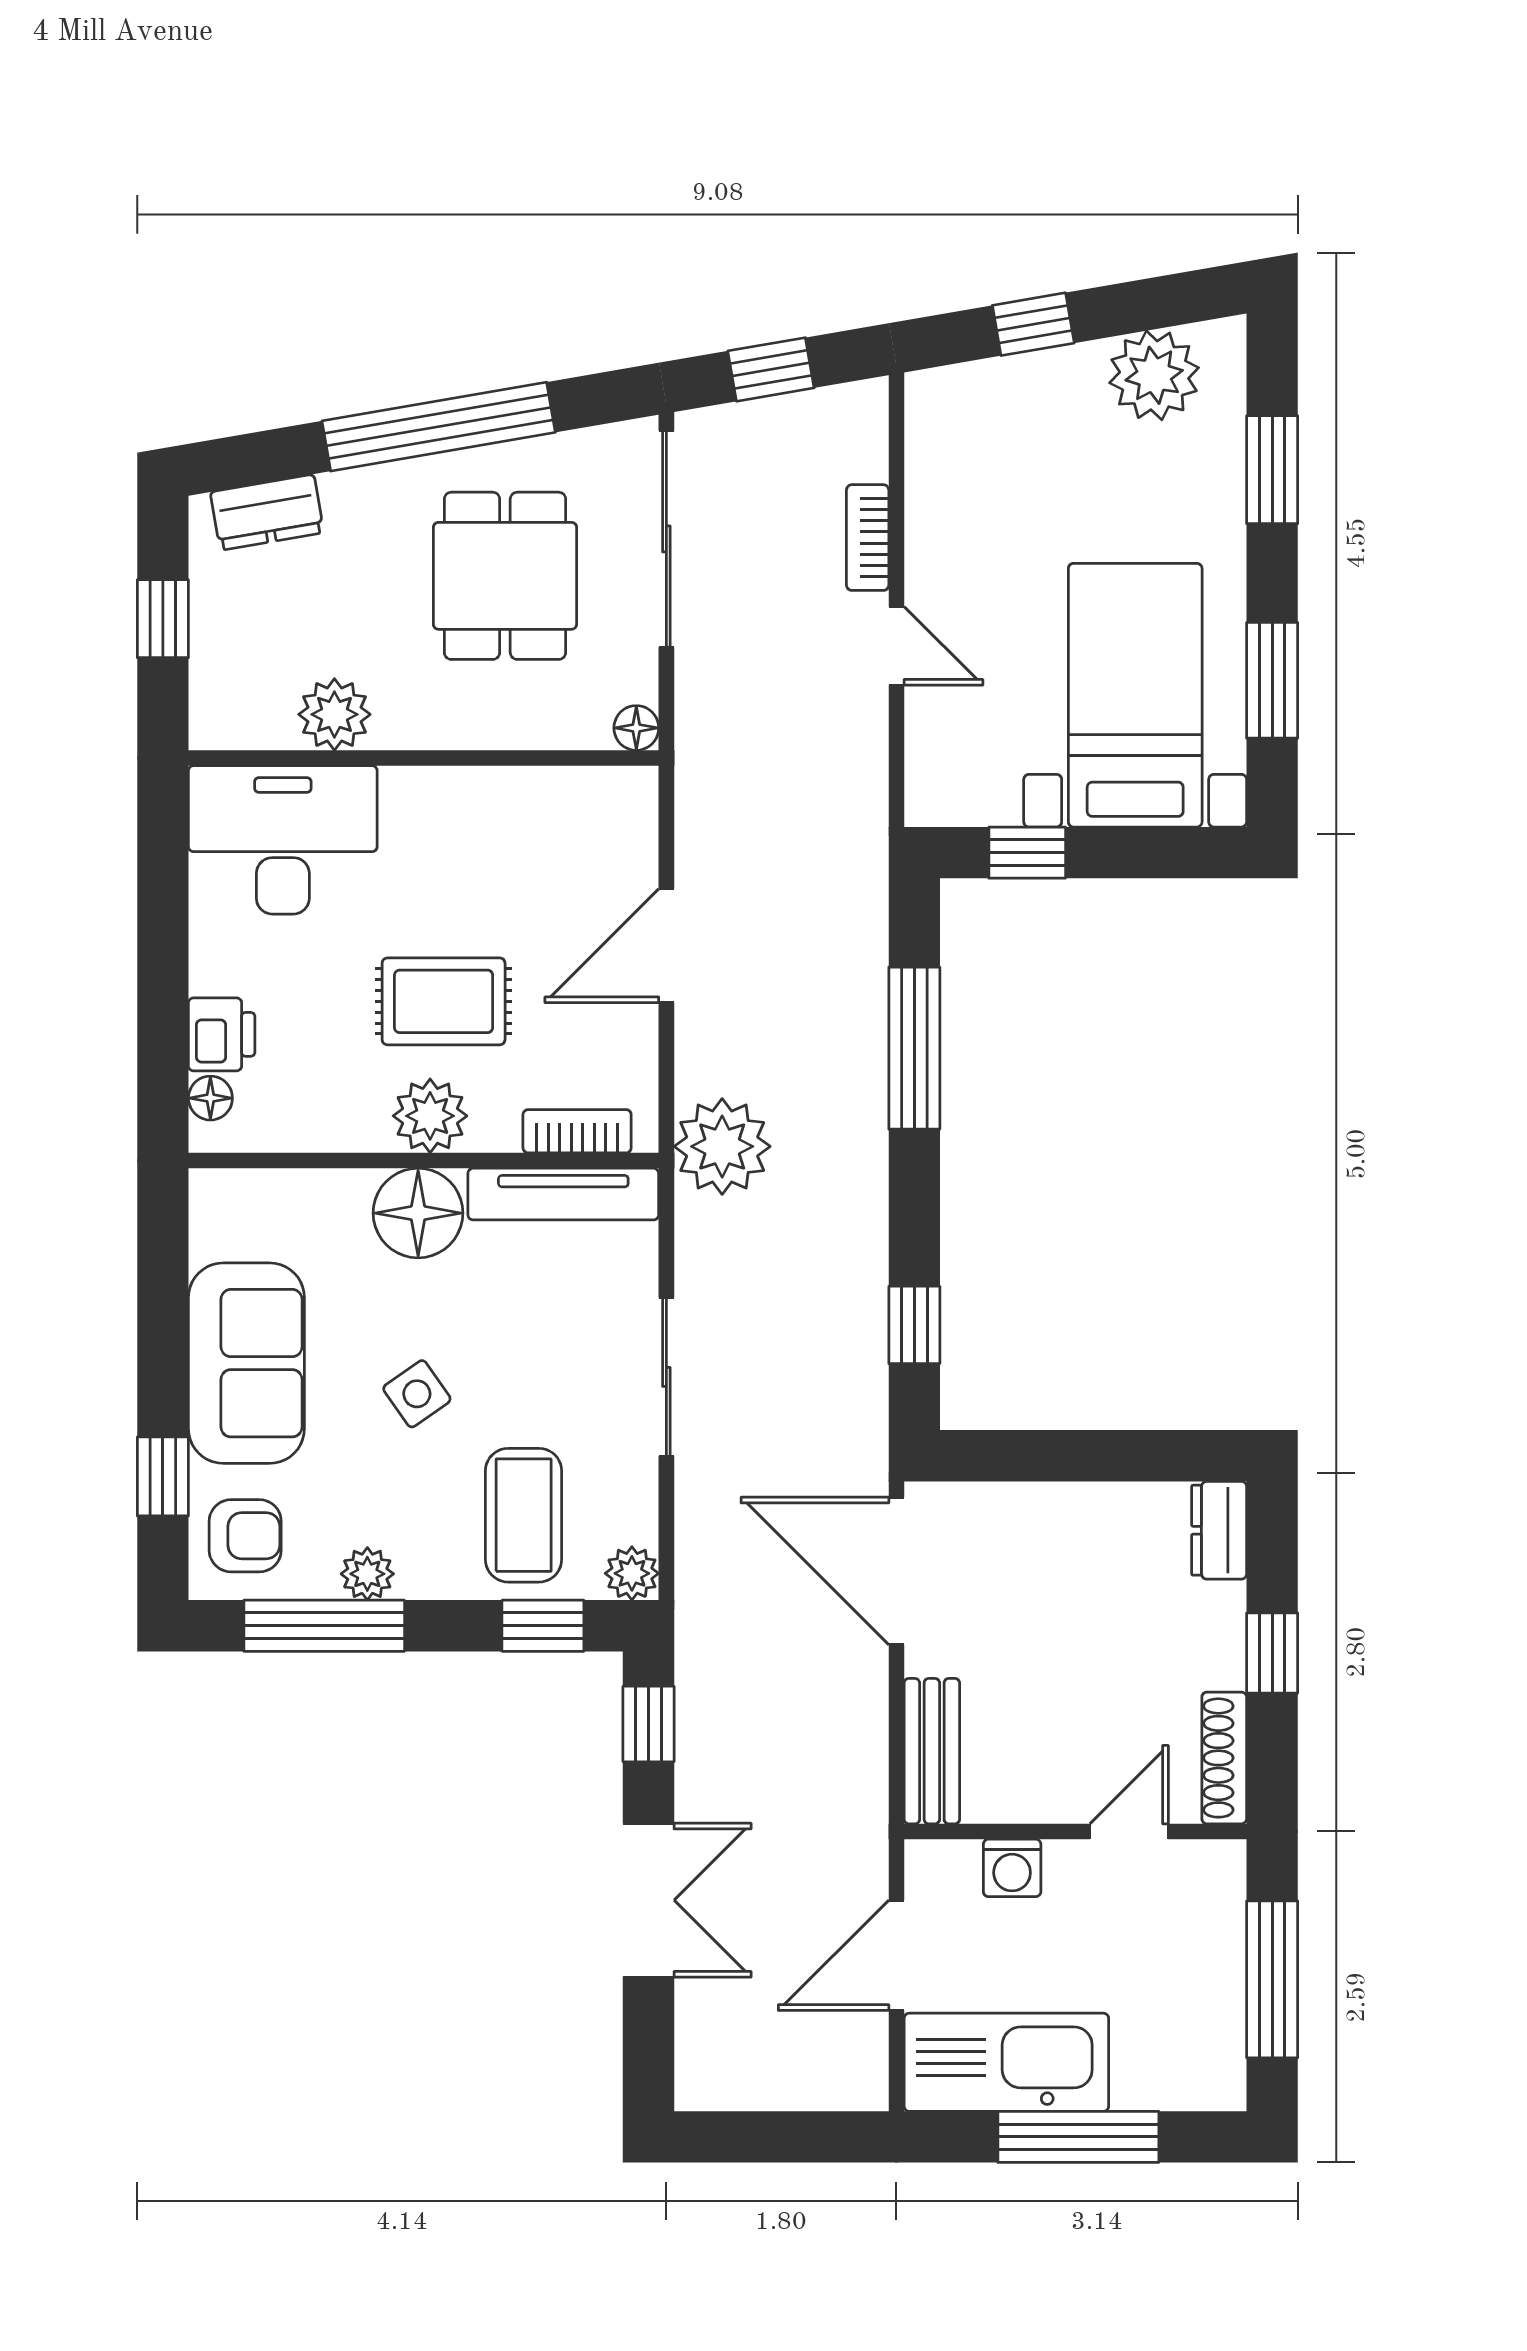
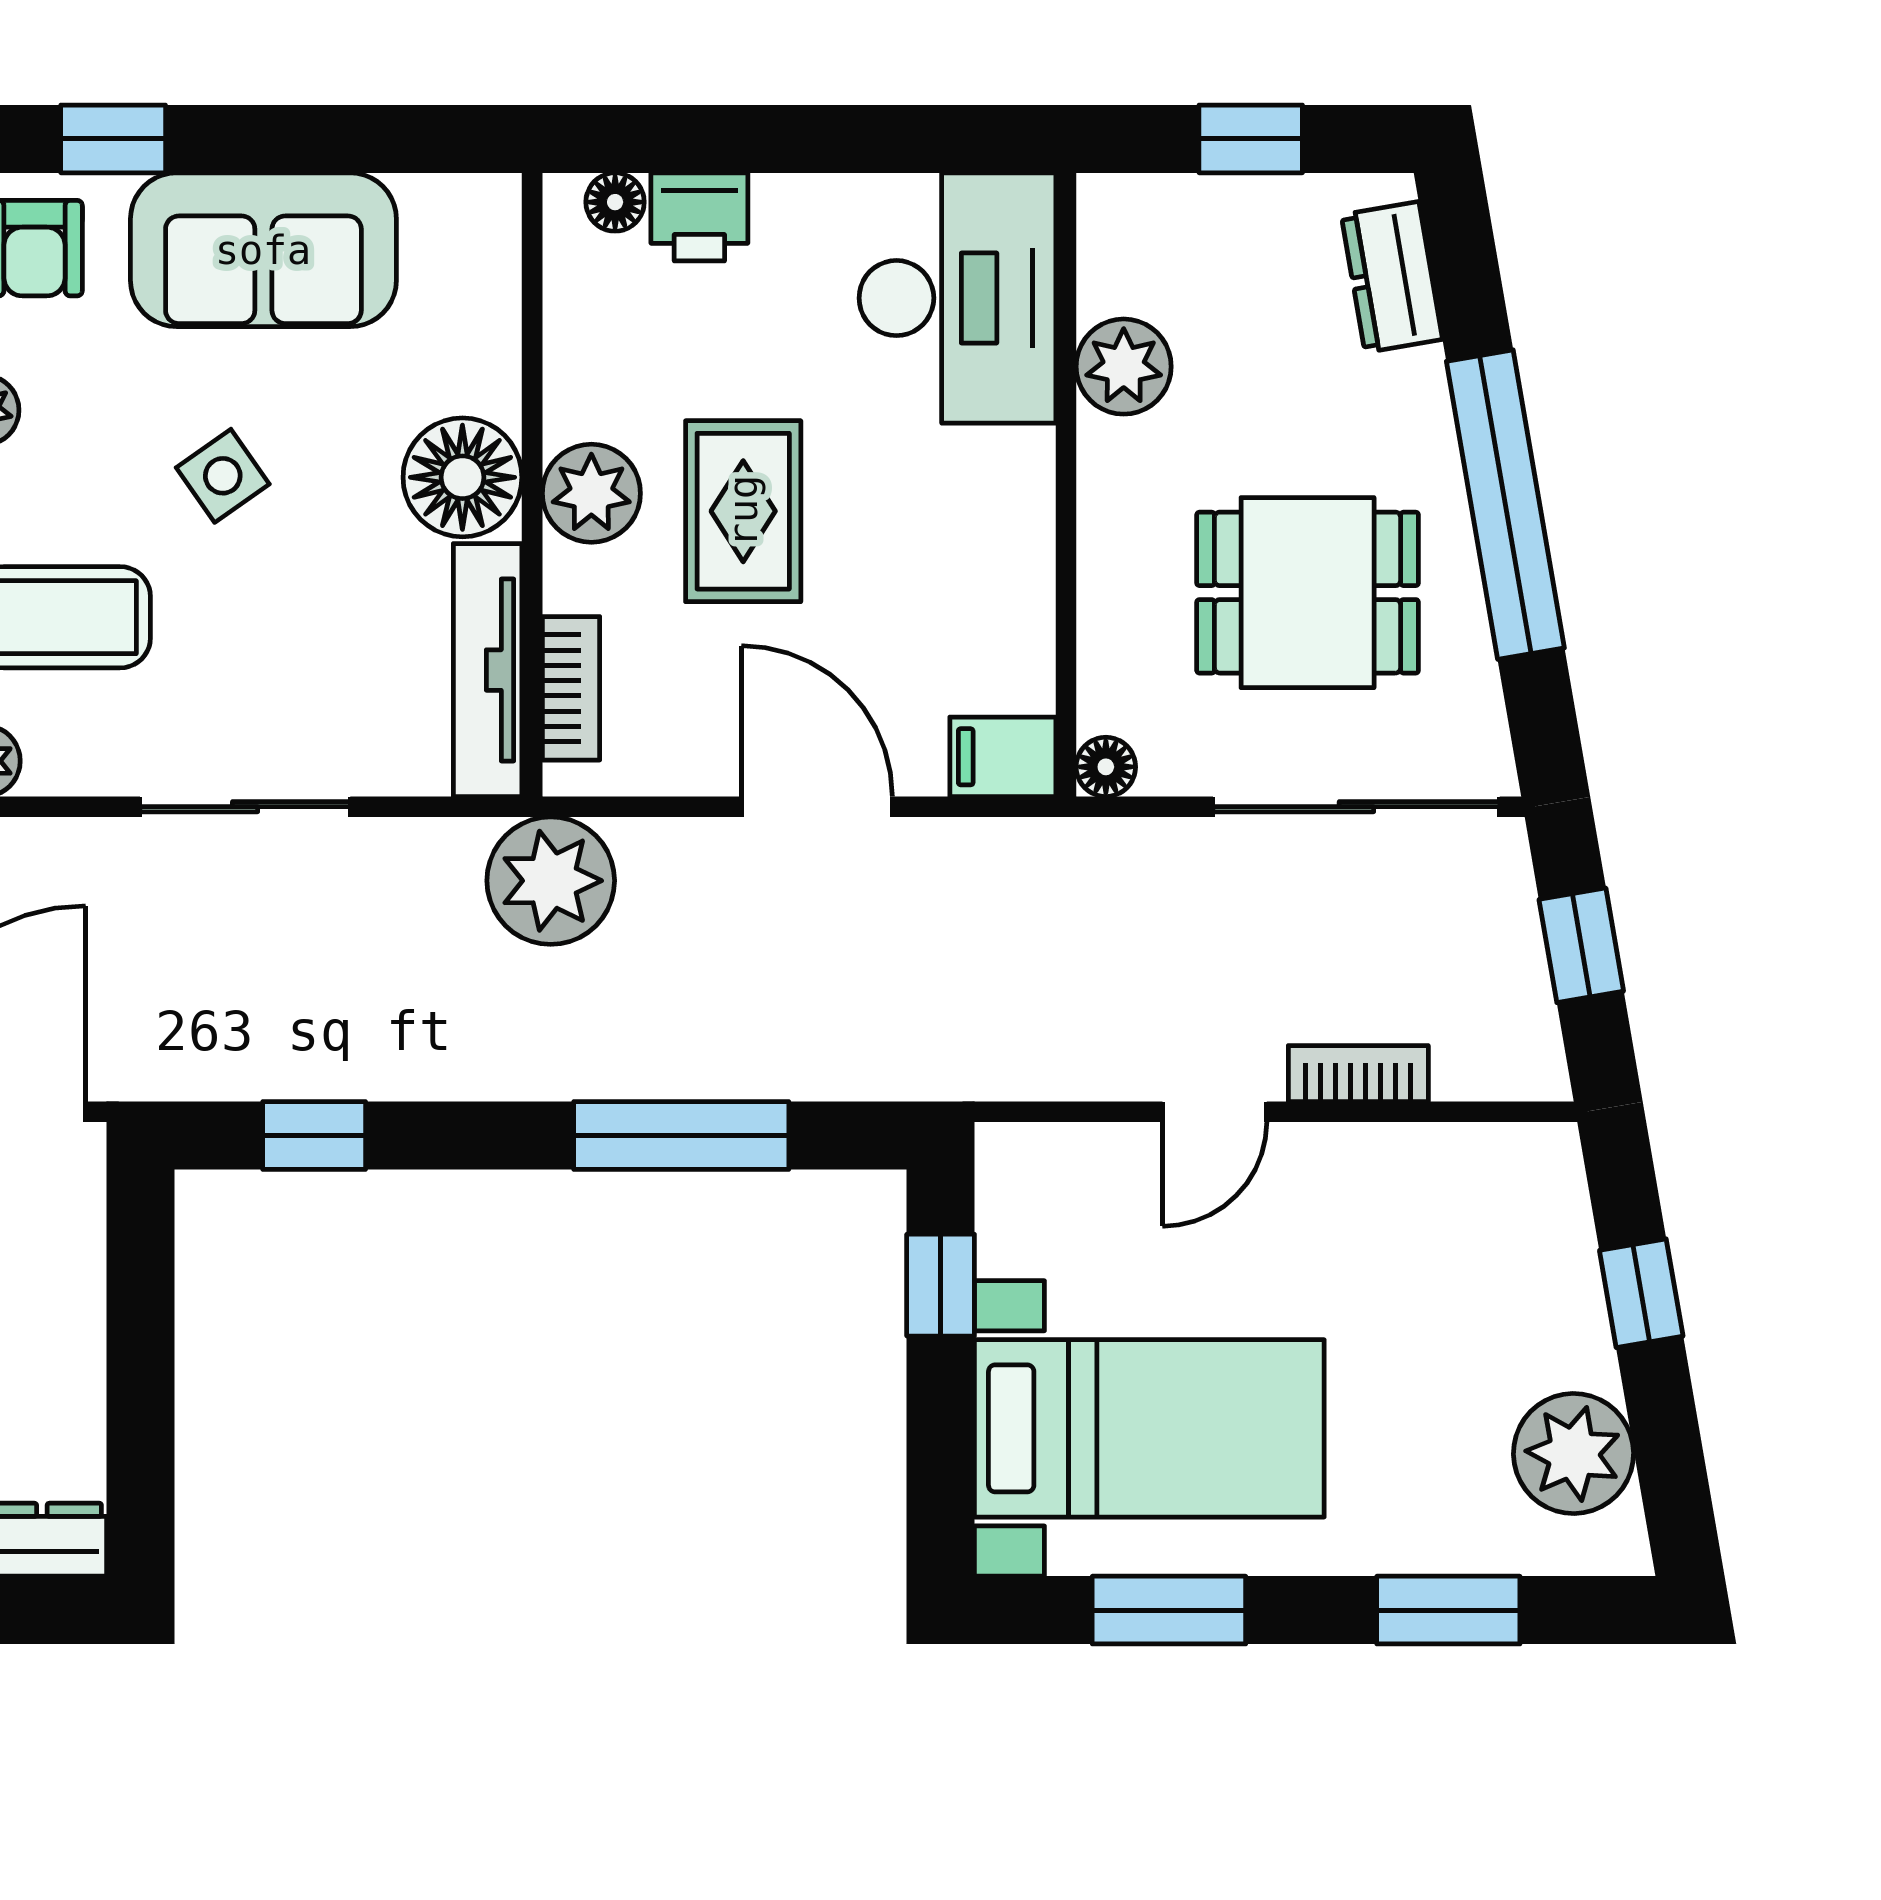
filing cabinet: (629, 806) -> (1003, 757), added

